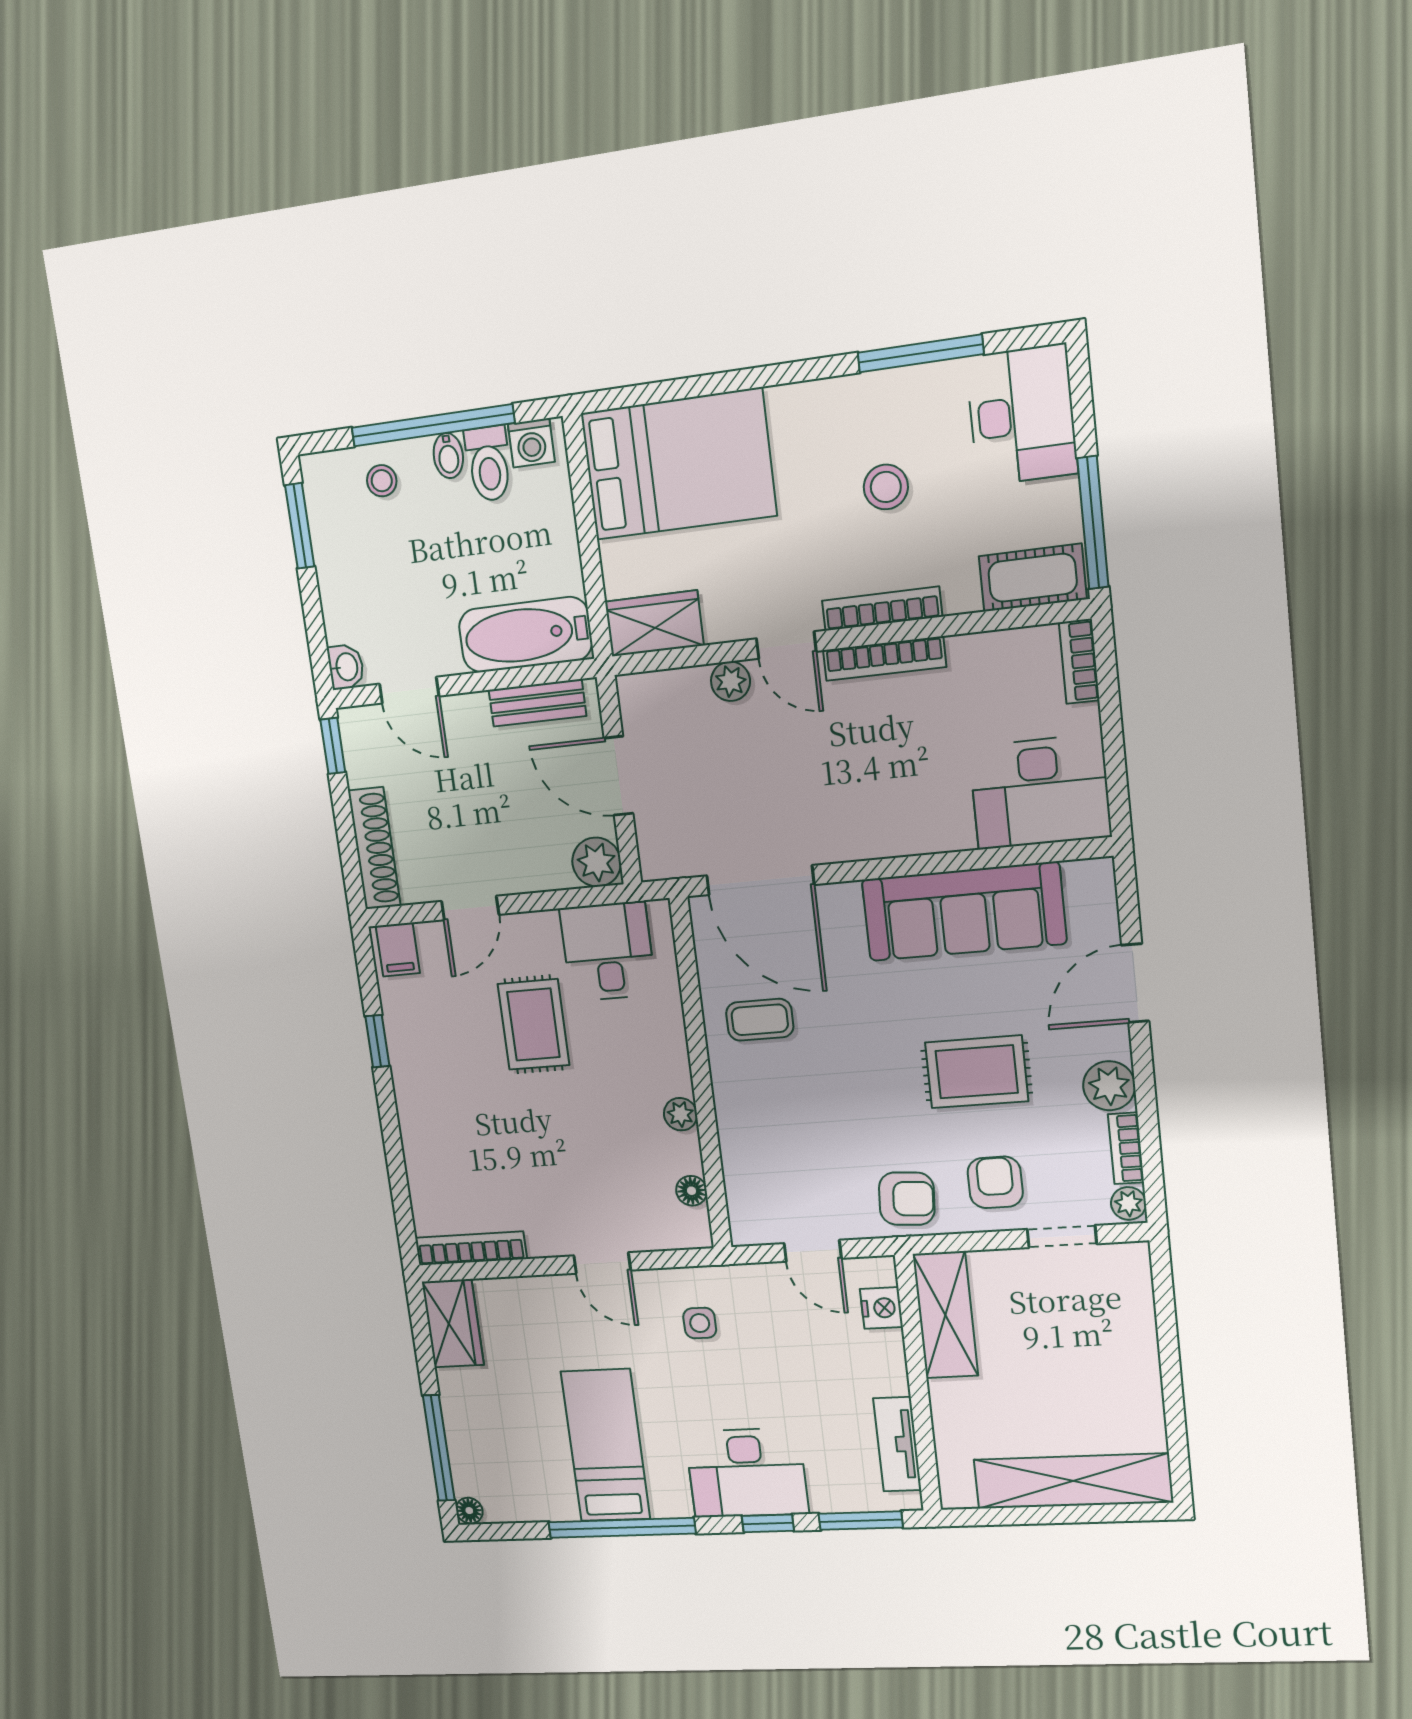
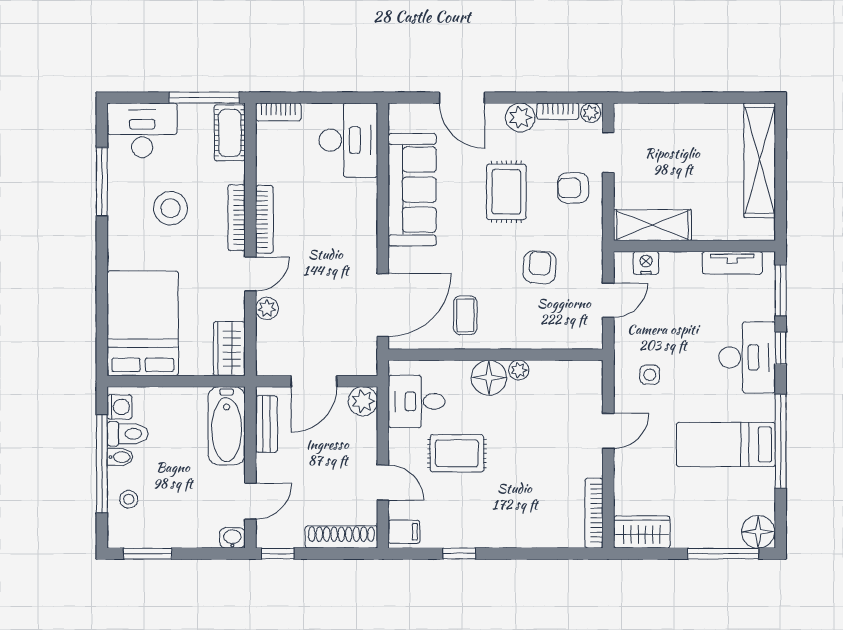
stool: (886, 487) -> (170, 208), width x1.38, depth x1.38
floor lamp: (692, 1191) -> (489, 378), moved, width x1.89, depth x1.89
armchair: (907, 1199) -> (540, 267), moved
floor lamp: (469, 1511) -> (758, 532), width x1.89, depth x1.89

